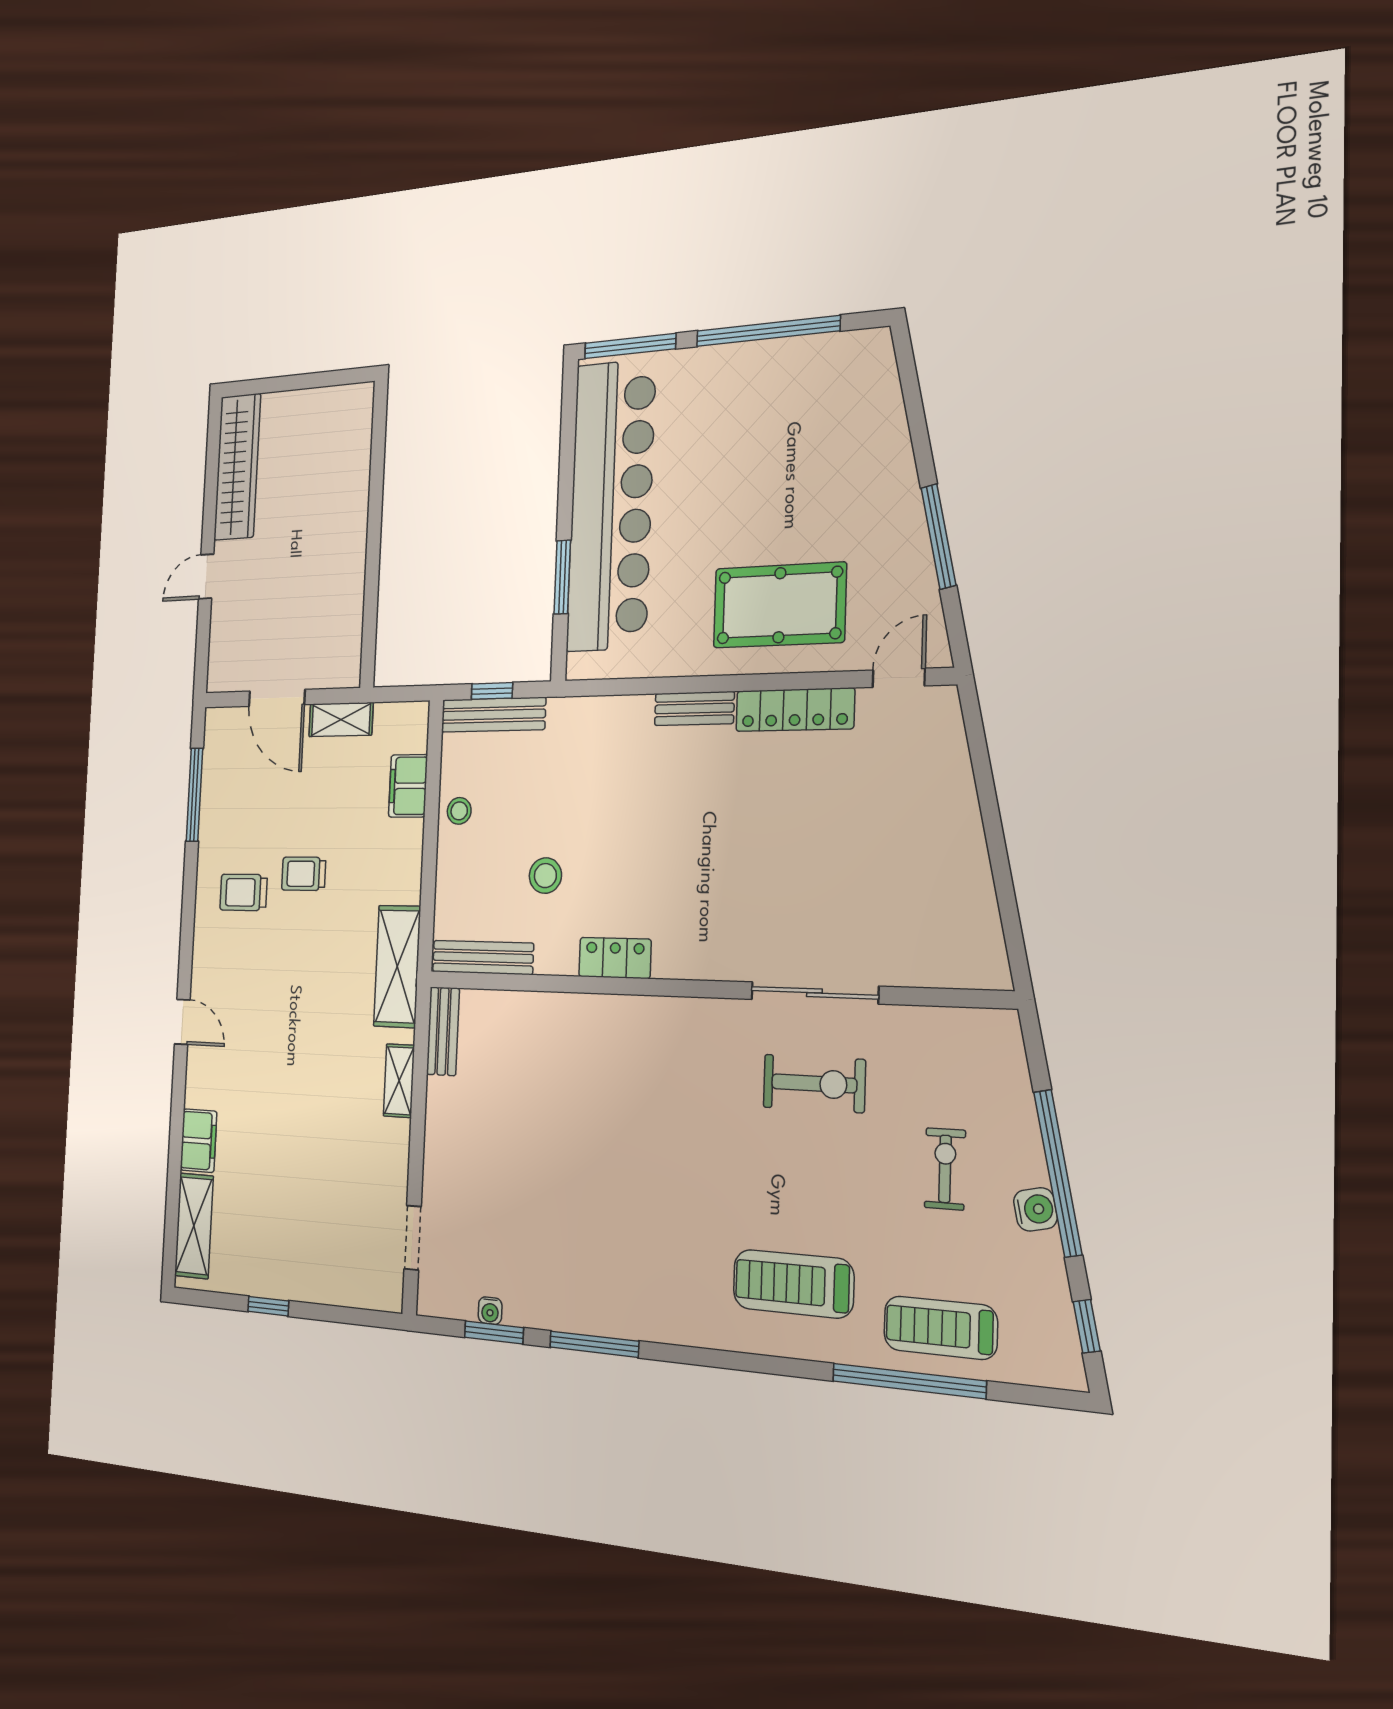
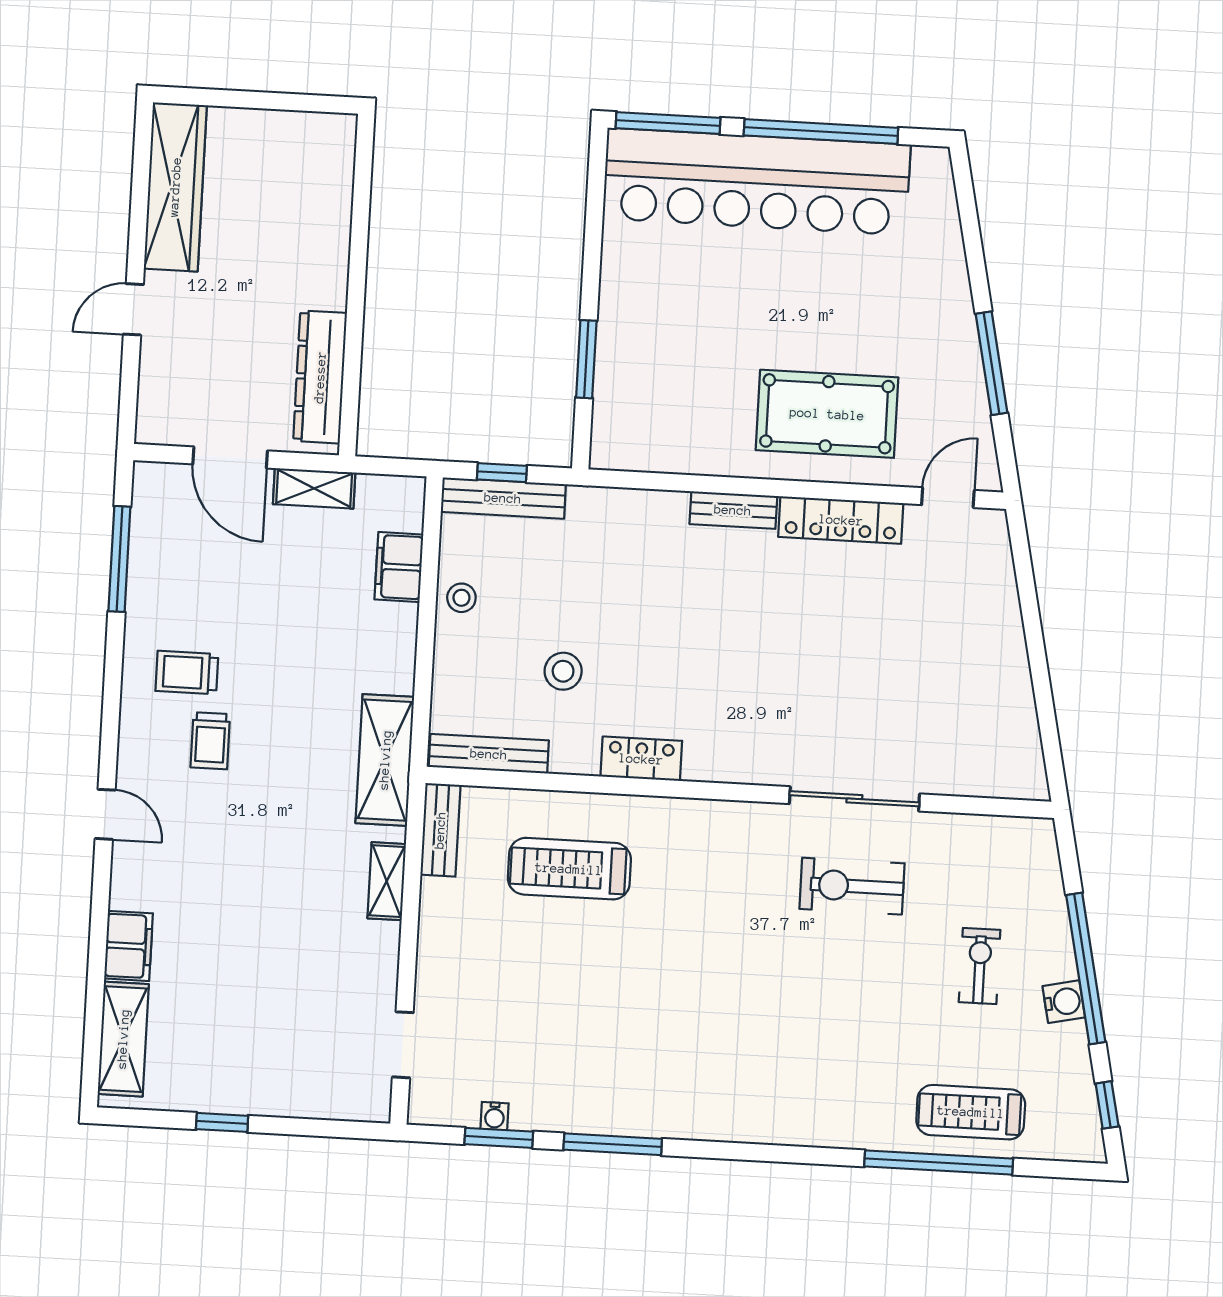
bar counter: (611, 505) -> (757, 182), moved, turned 90
dresser: (346, 619) -> (320, 377), added
trolley: (304, 874) -> (210, 741), moved, turned -90
exercise bike: (814, 1083) -> (852, 886), turned 180
treadmill: (793, 1284) -> (569, 869), moved

